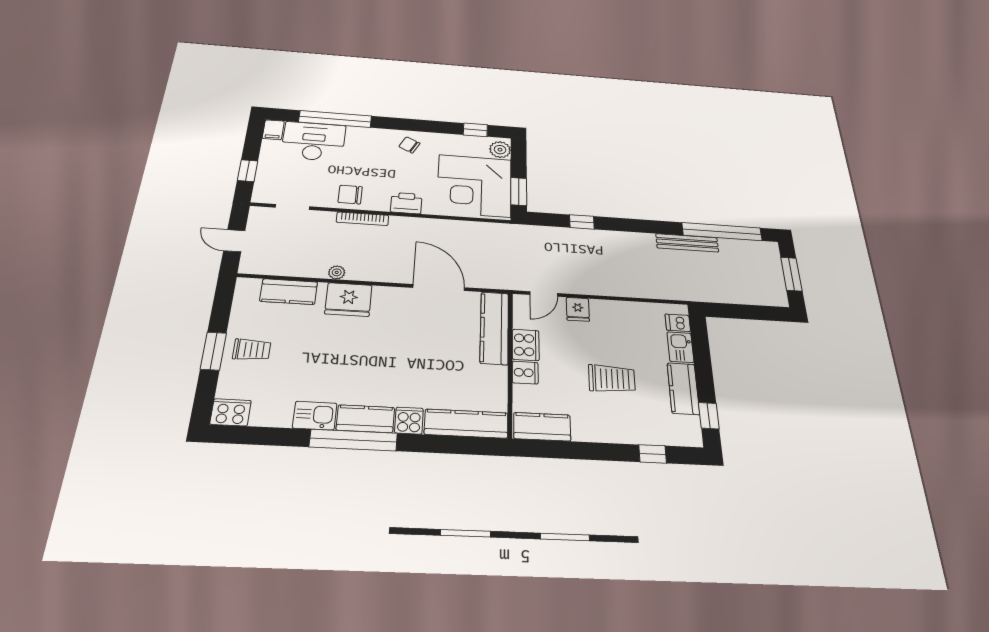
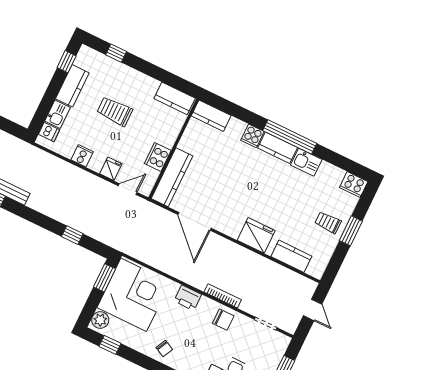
plant: (337, 272) -> (256, 259), removed
cooker: (525, 373) -> (82, 156), moved, turned 90
kitchen counter: (466, 424) -> (211, 116), width x0.67

